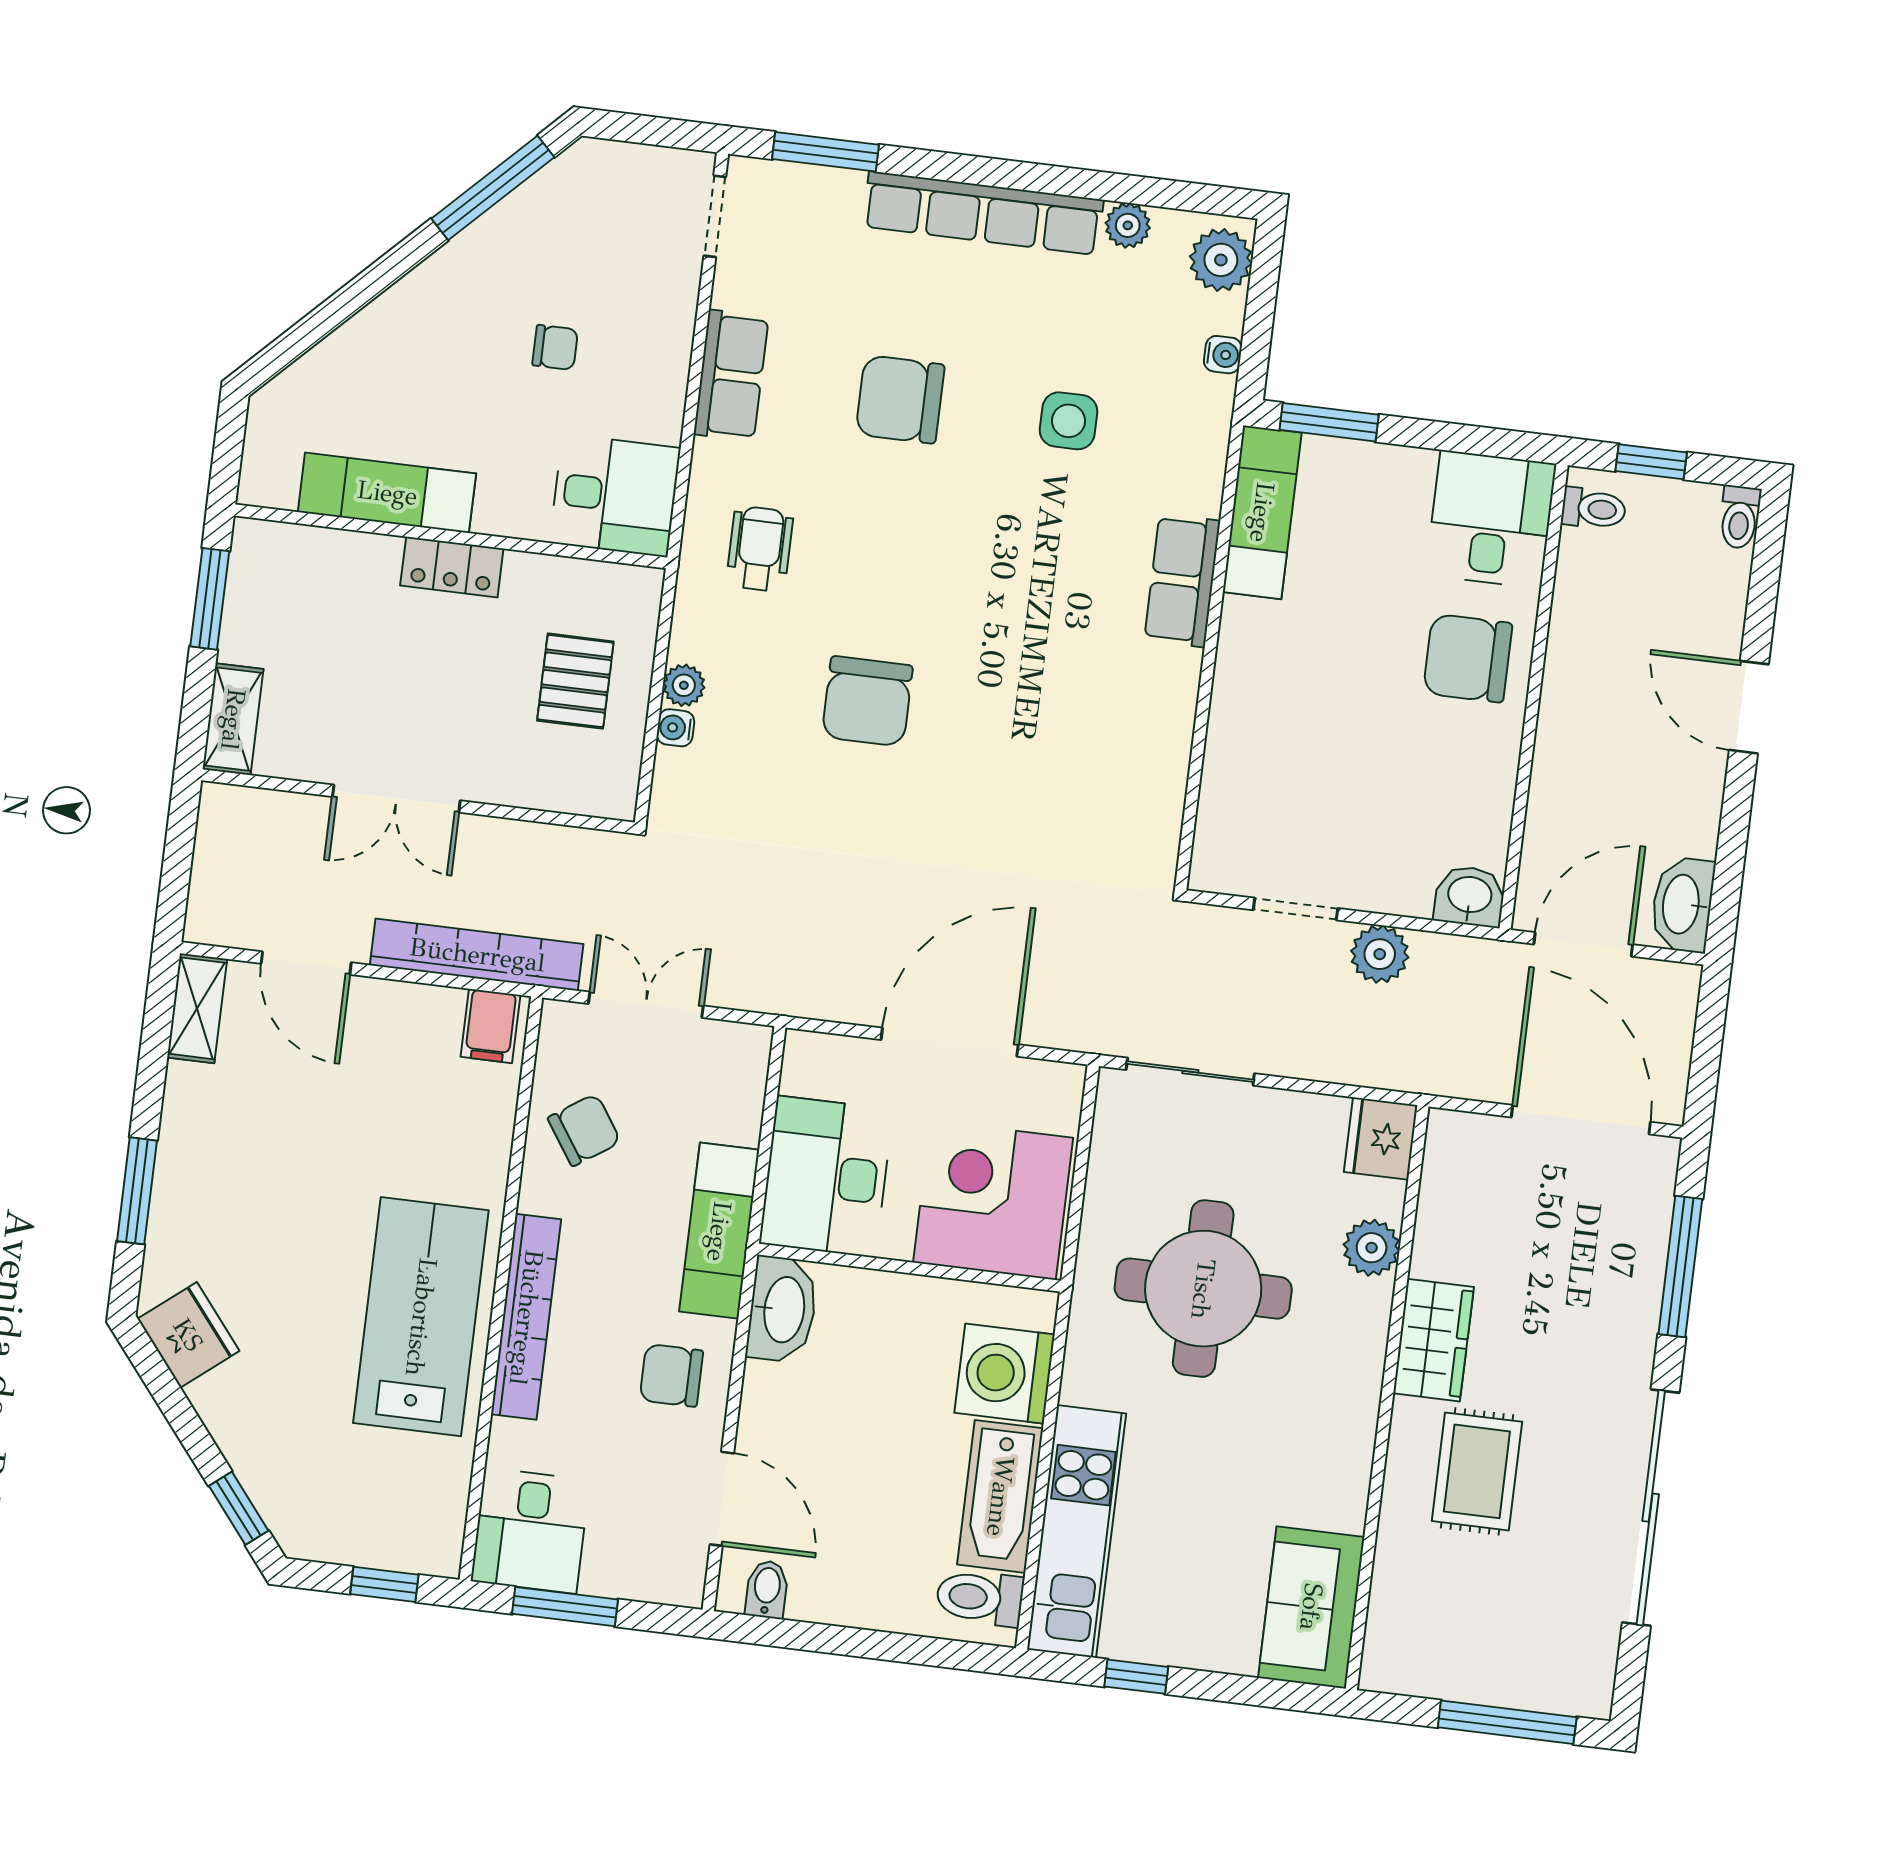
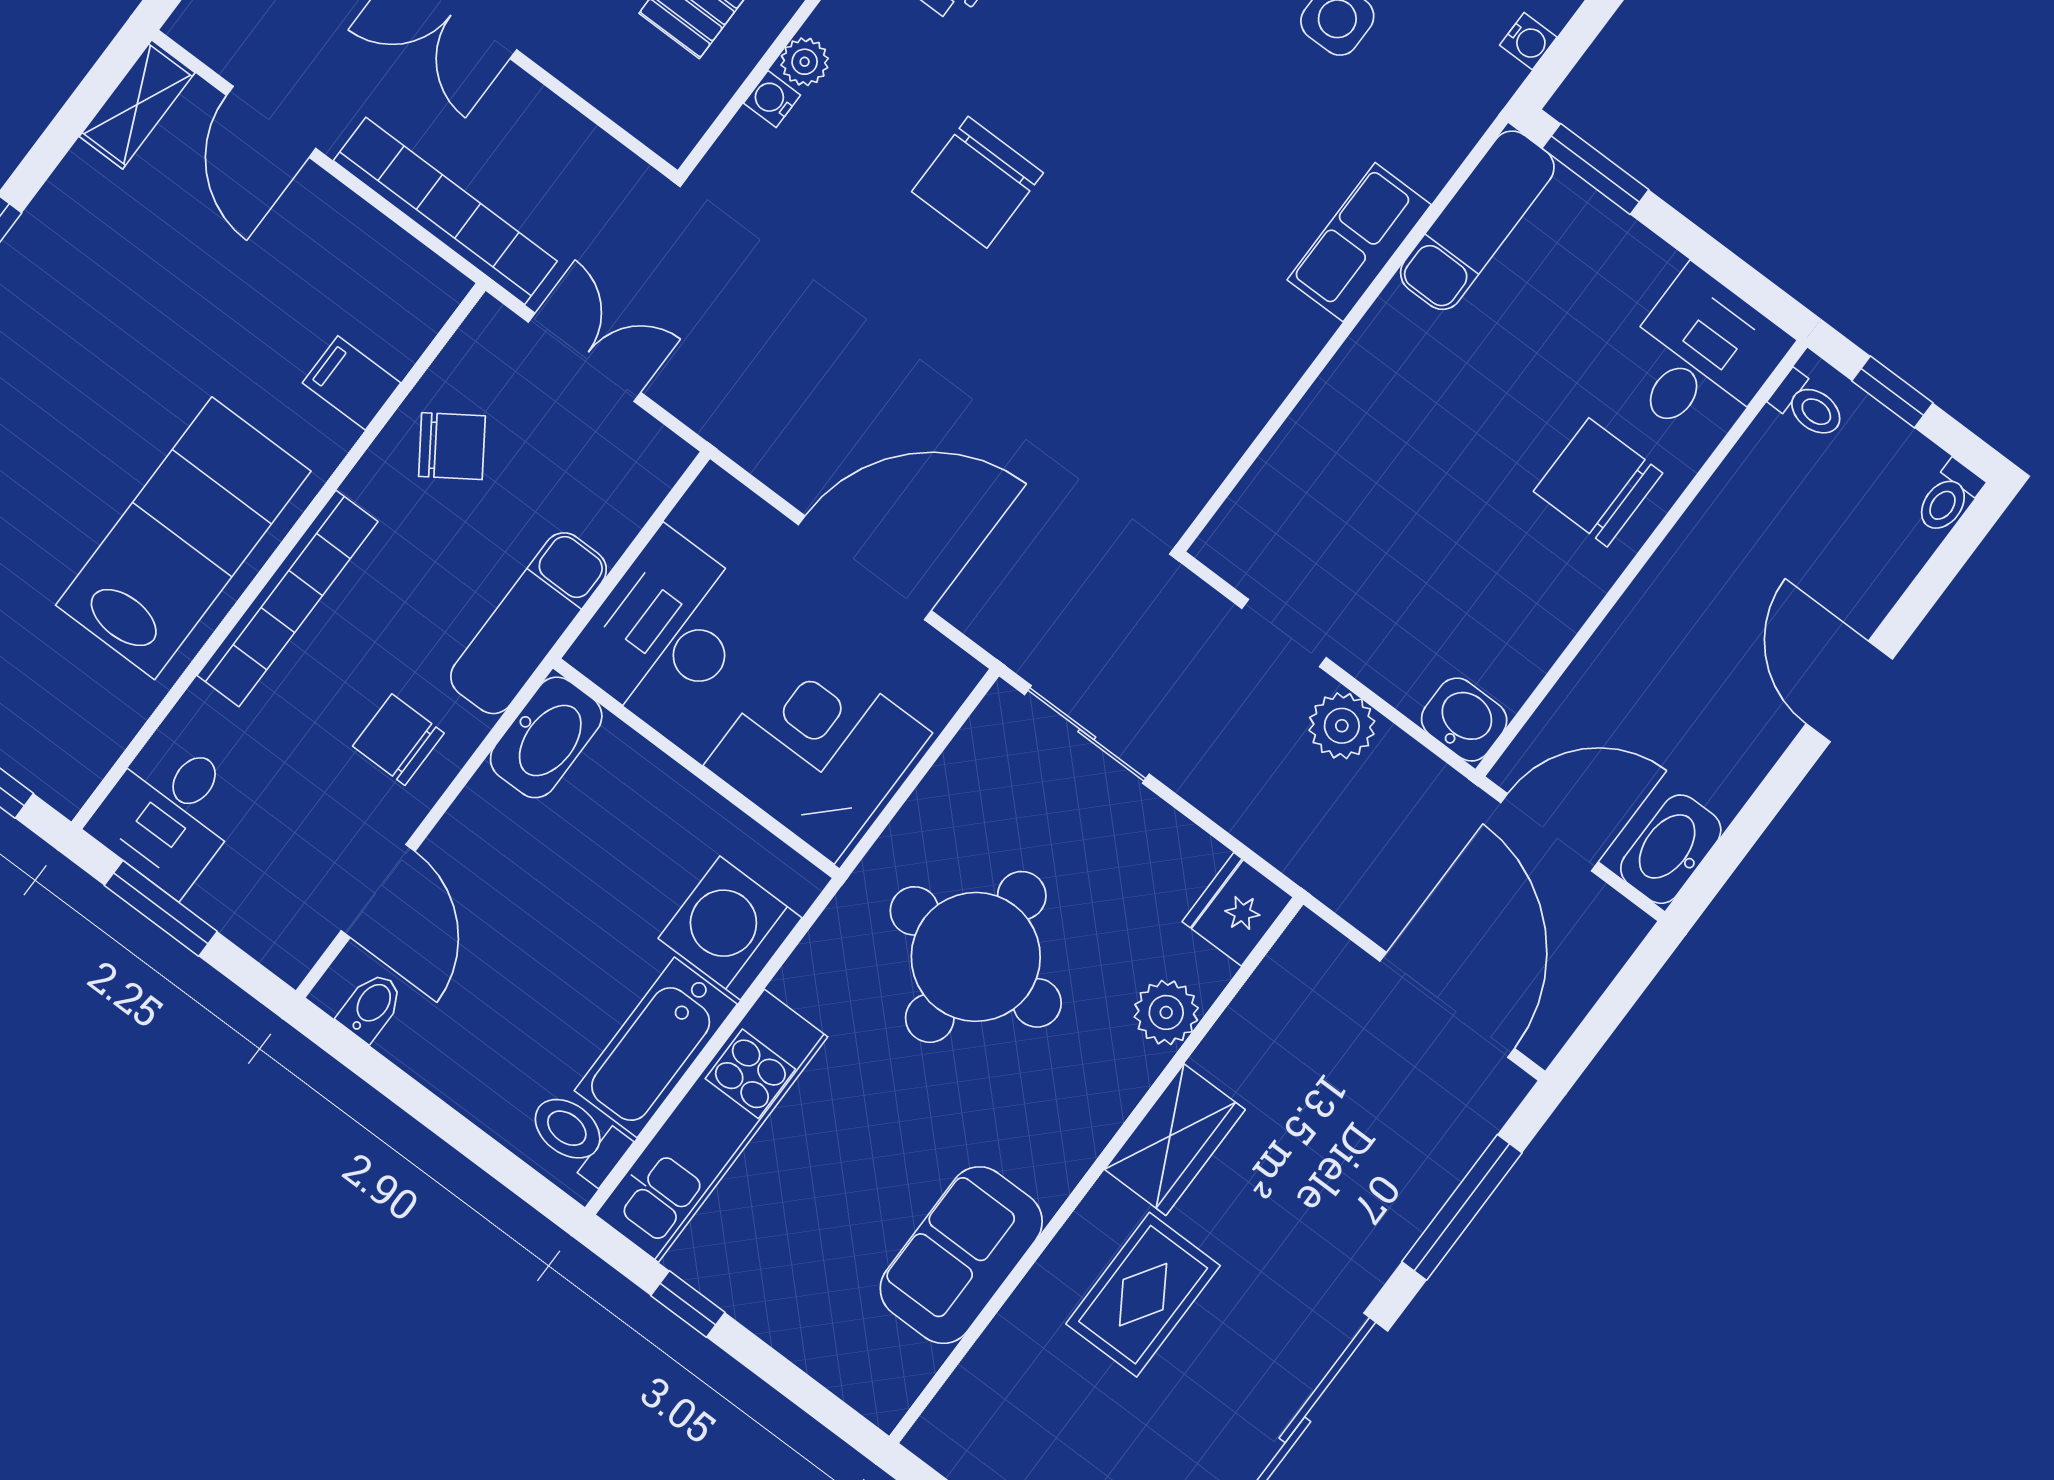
filing cabinet: (490, 1026) -> (352, 383), moved, turned 90
sofa: (1311, 1607) -> (961, 1255), moved

